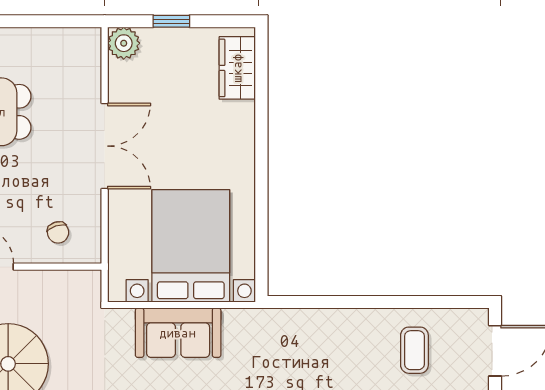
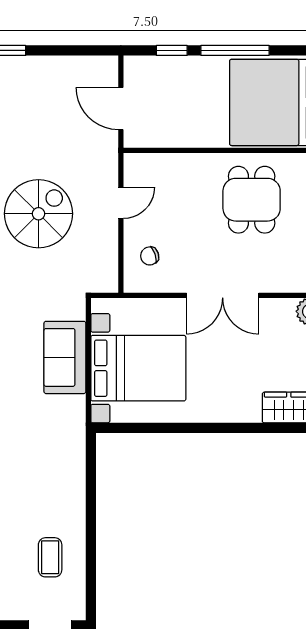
coffee table: (414, 350) -> (50, 557), turned 90

